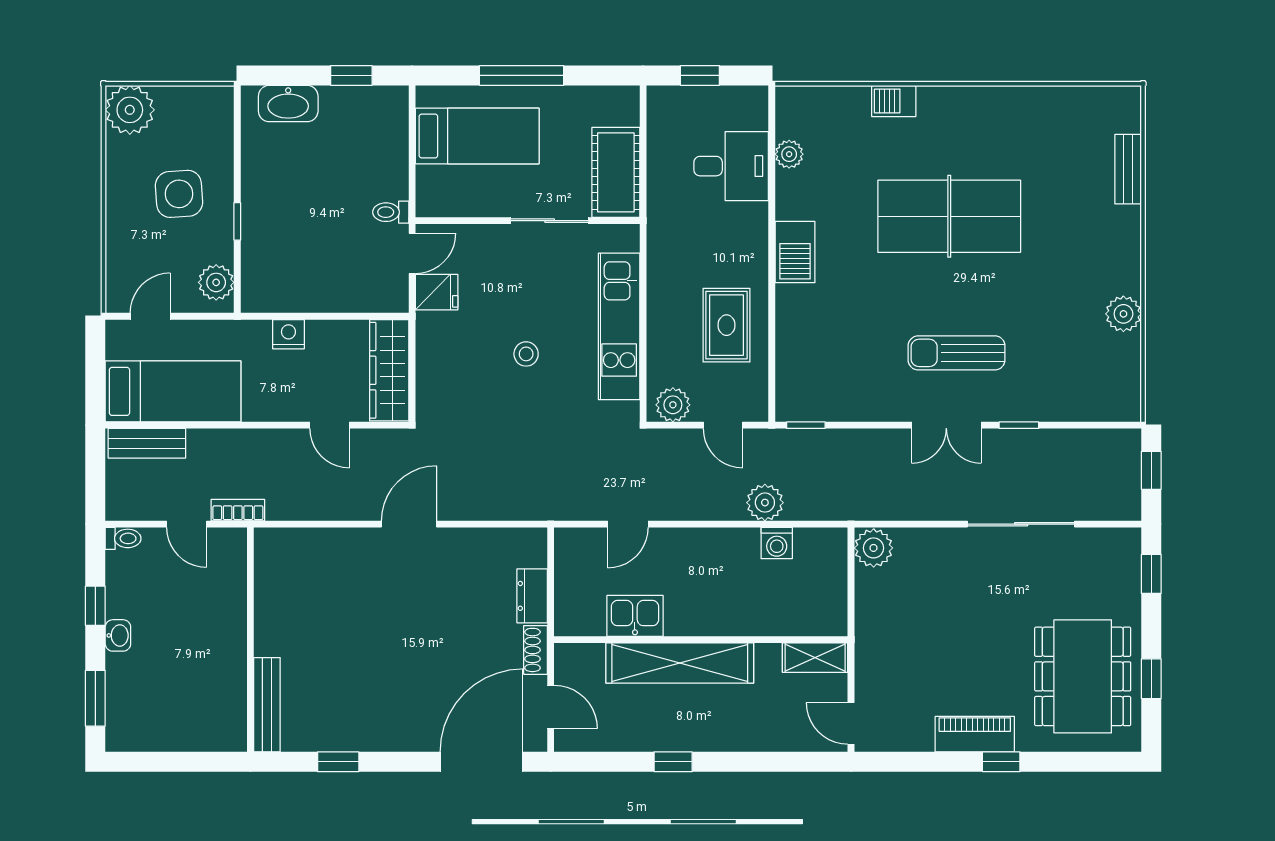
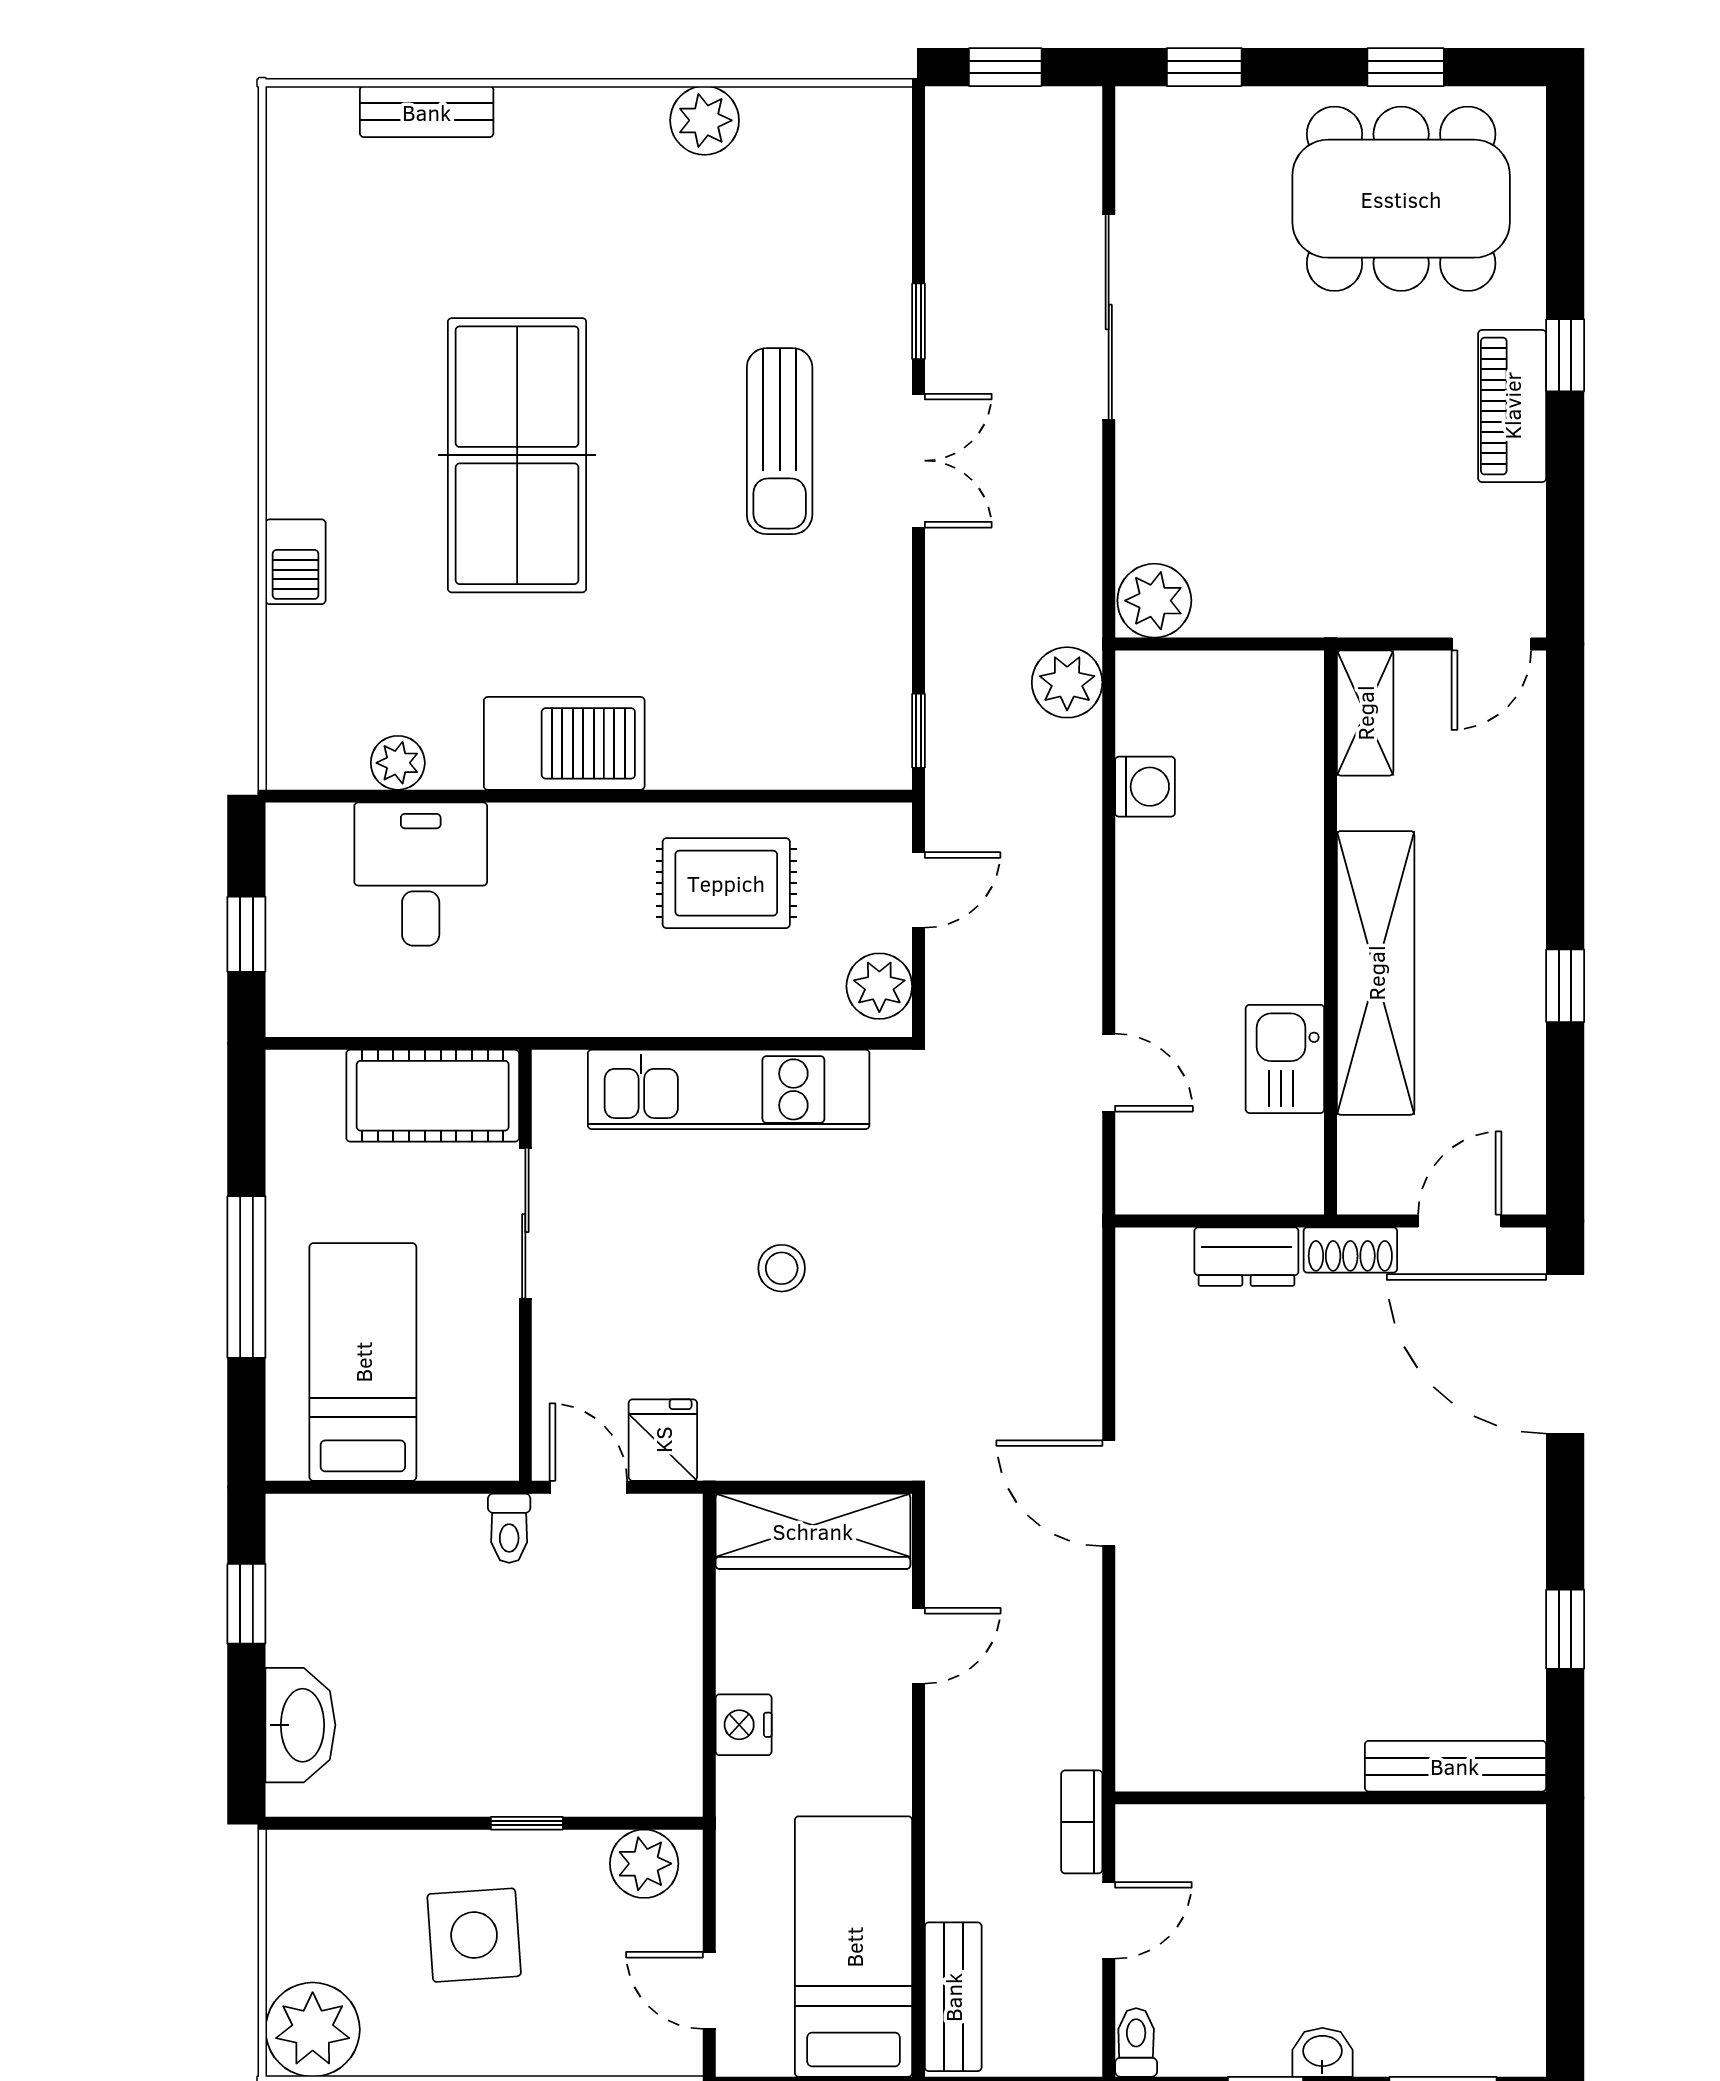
barbecue: (795, 252) -> (564, 743), width x1.37, depth x1.21
plant: (765, 503) -> (1067, 682), moved

